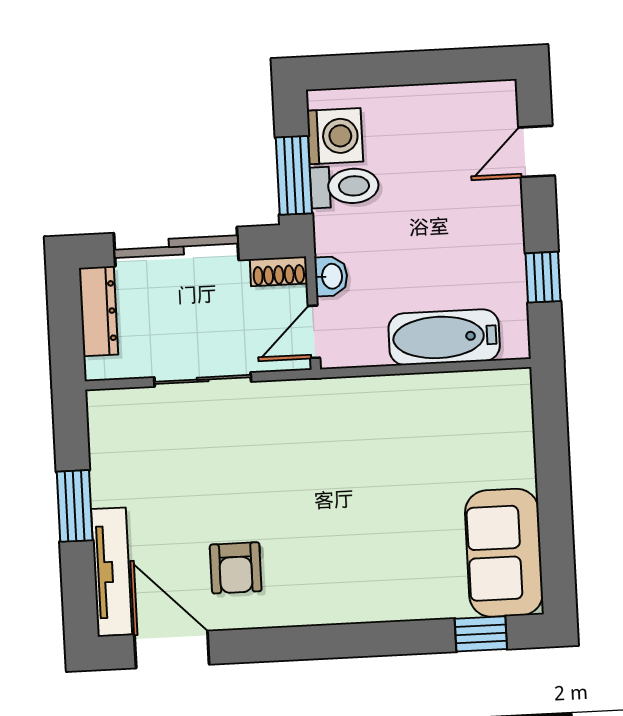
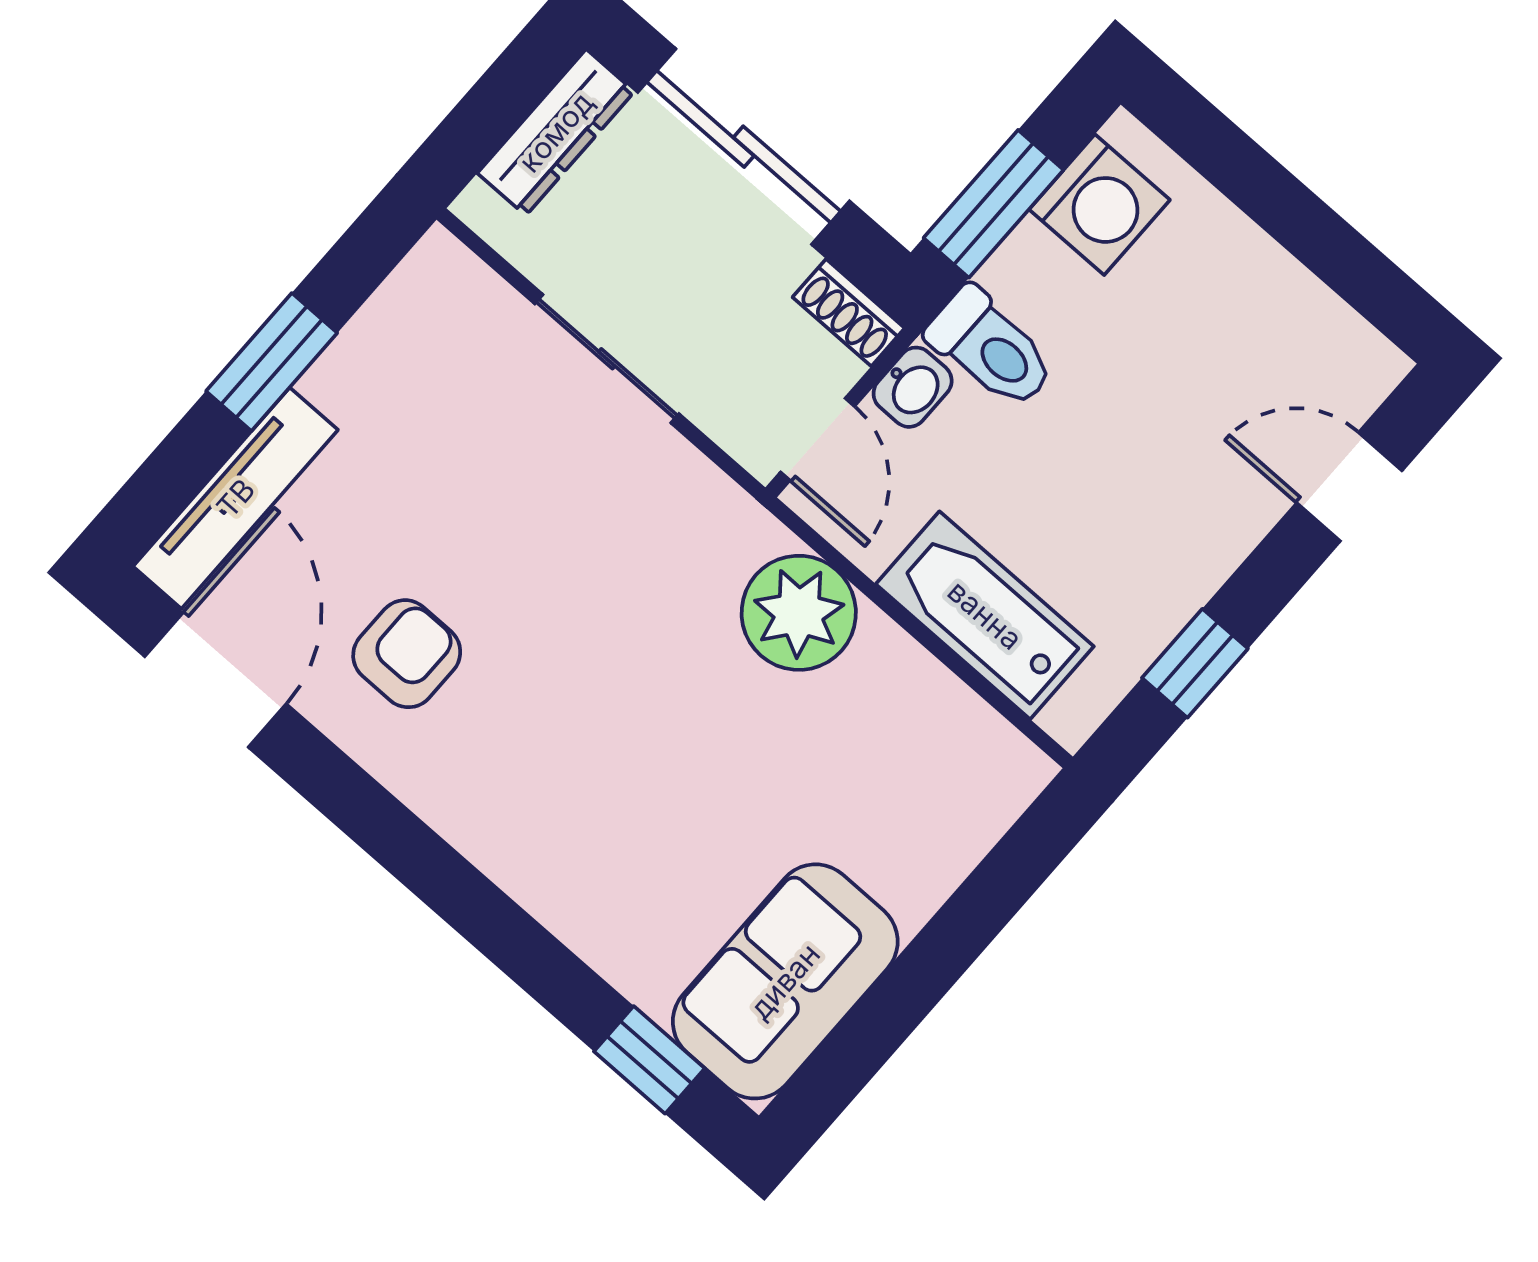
toilet: (345, 186) -> (991, 348), moved
door: (314, 332) -> (818, 439), swing flipped
plant: (372, 406) -> (799, 613), added
armchair: (236, 568) -> (407, 654), turned 180

